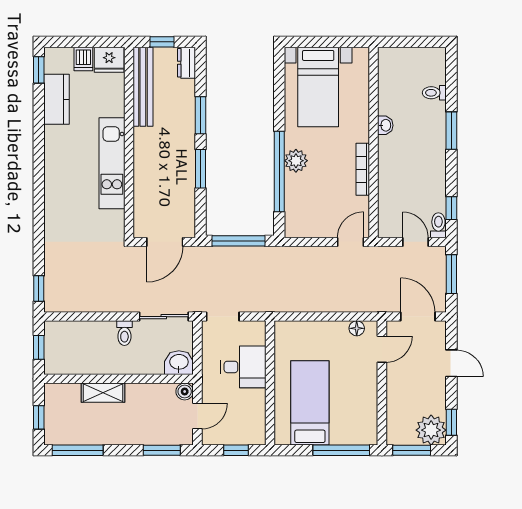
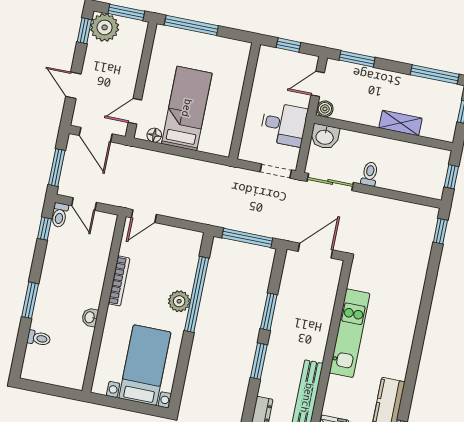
desk: (243, 367) -> (284, 124), moved, turned 180
bed: (310, 403) -> (187, 108), moved, turned 180

